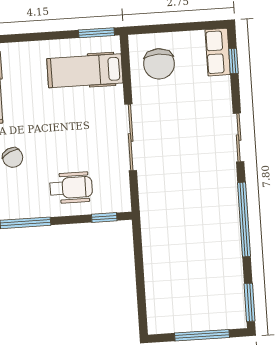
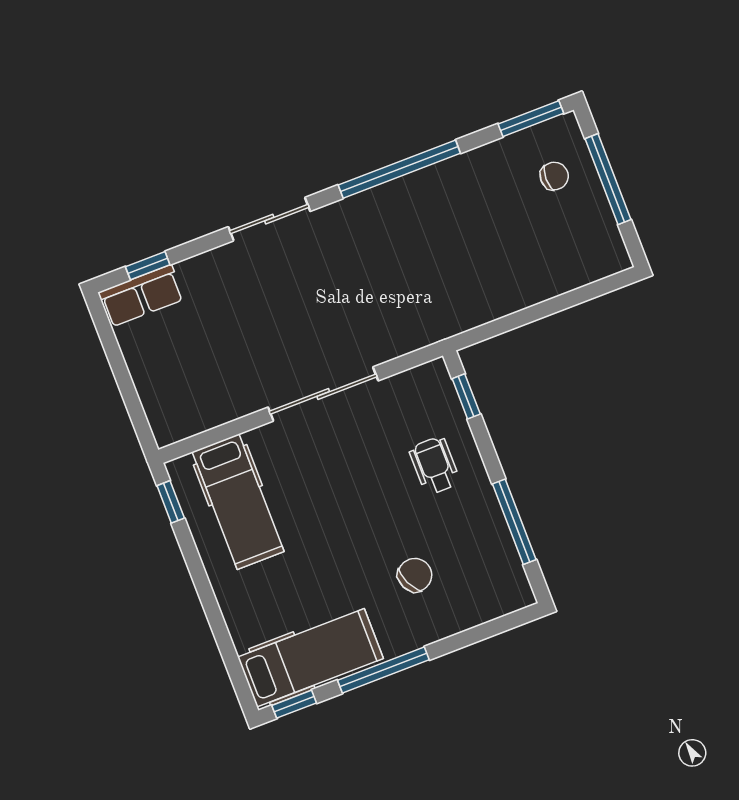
window: (96, 33) -> (171, 502), width x0.67
chair: (159, 64) -> (554, 176), moved, width x0.54, depth x0.54
wheelchair: (71, 188) -> (434, 465), width x0.73, depth x0.73

